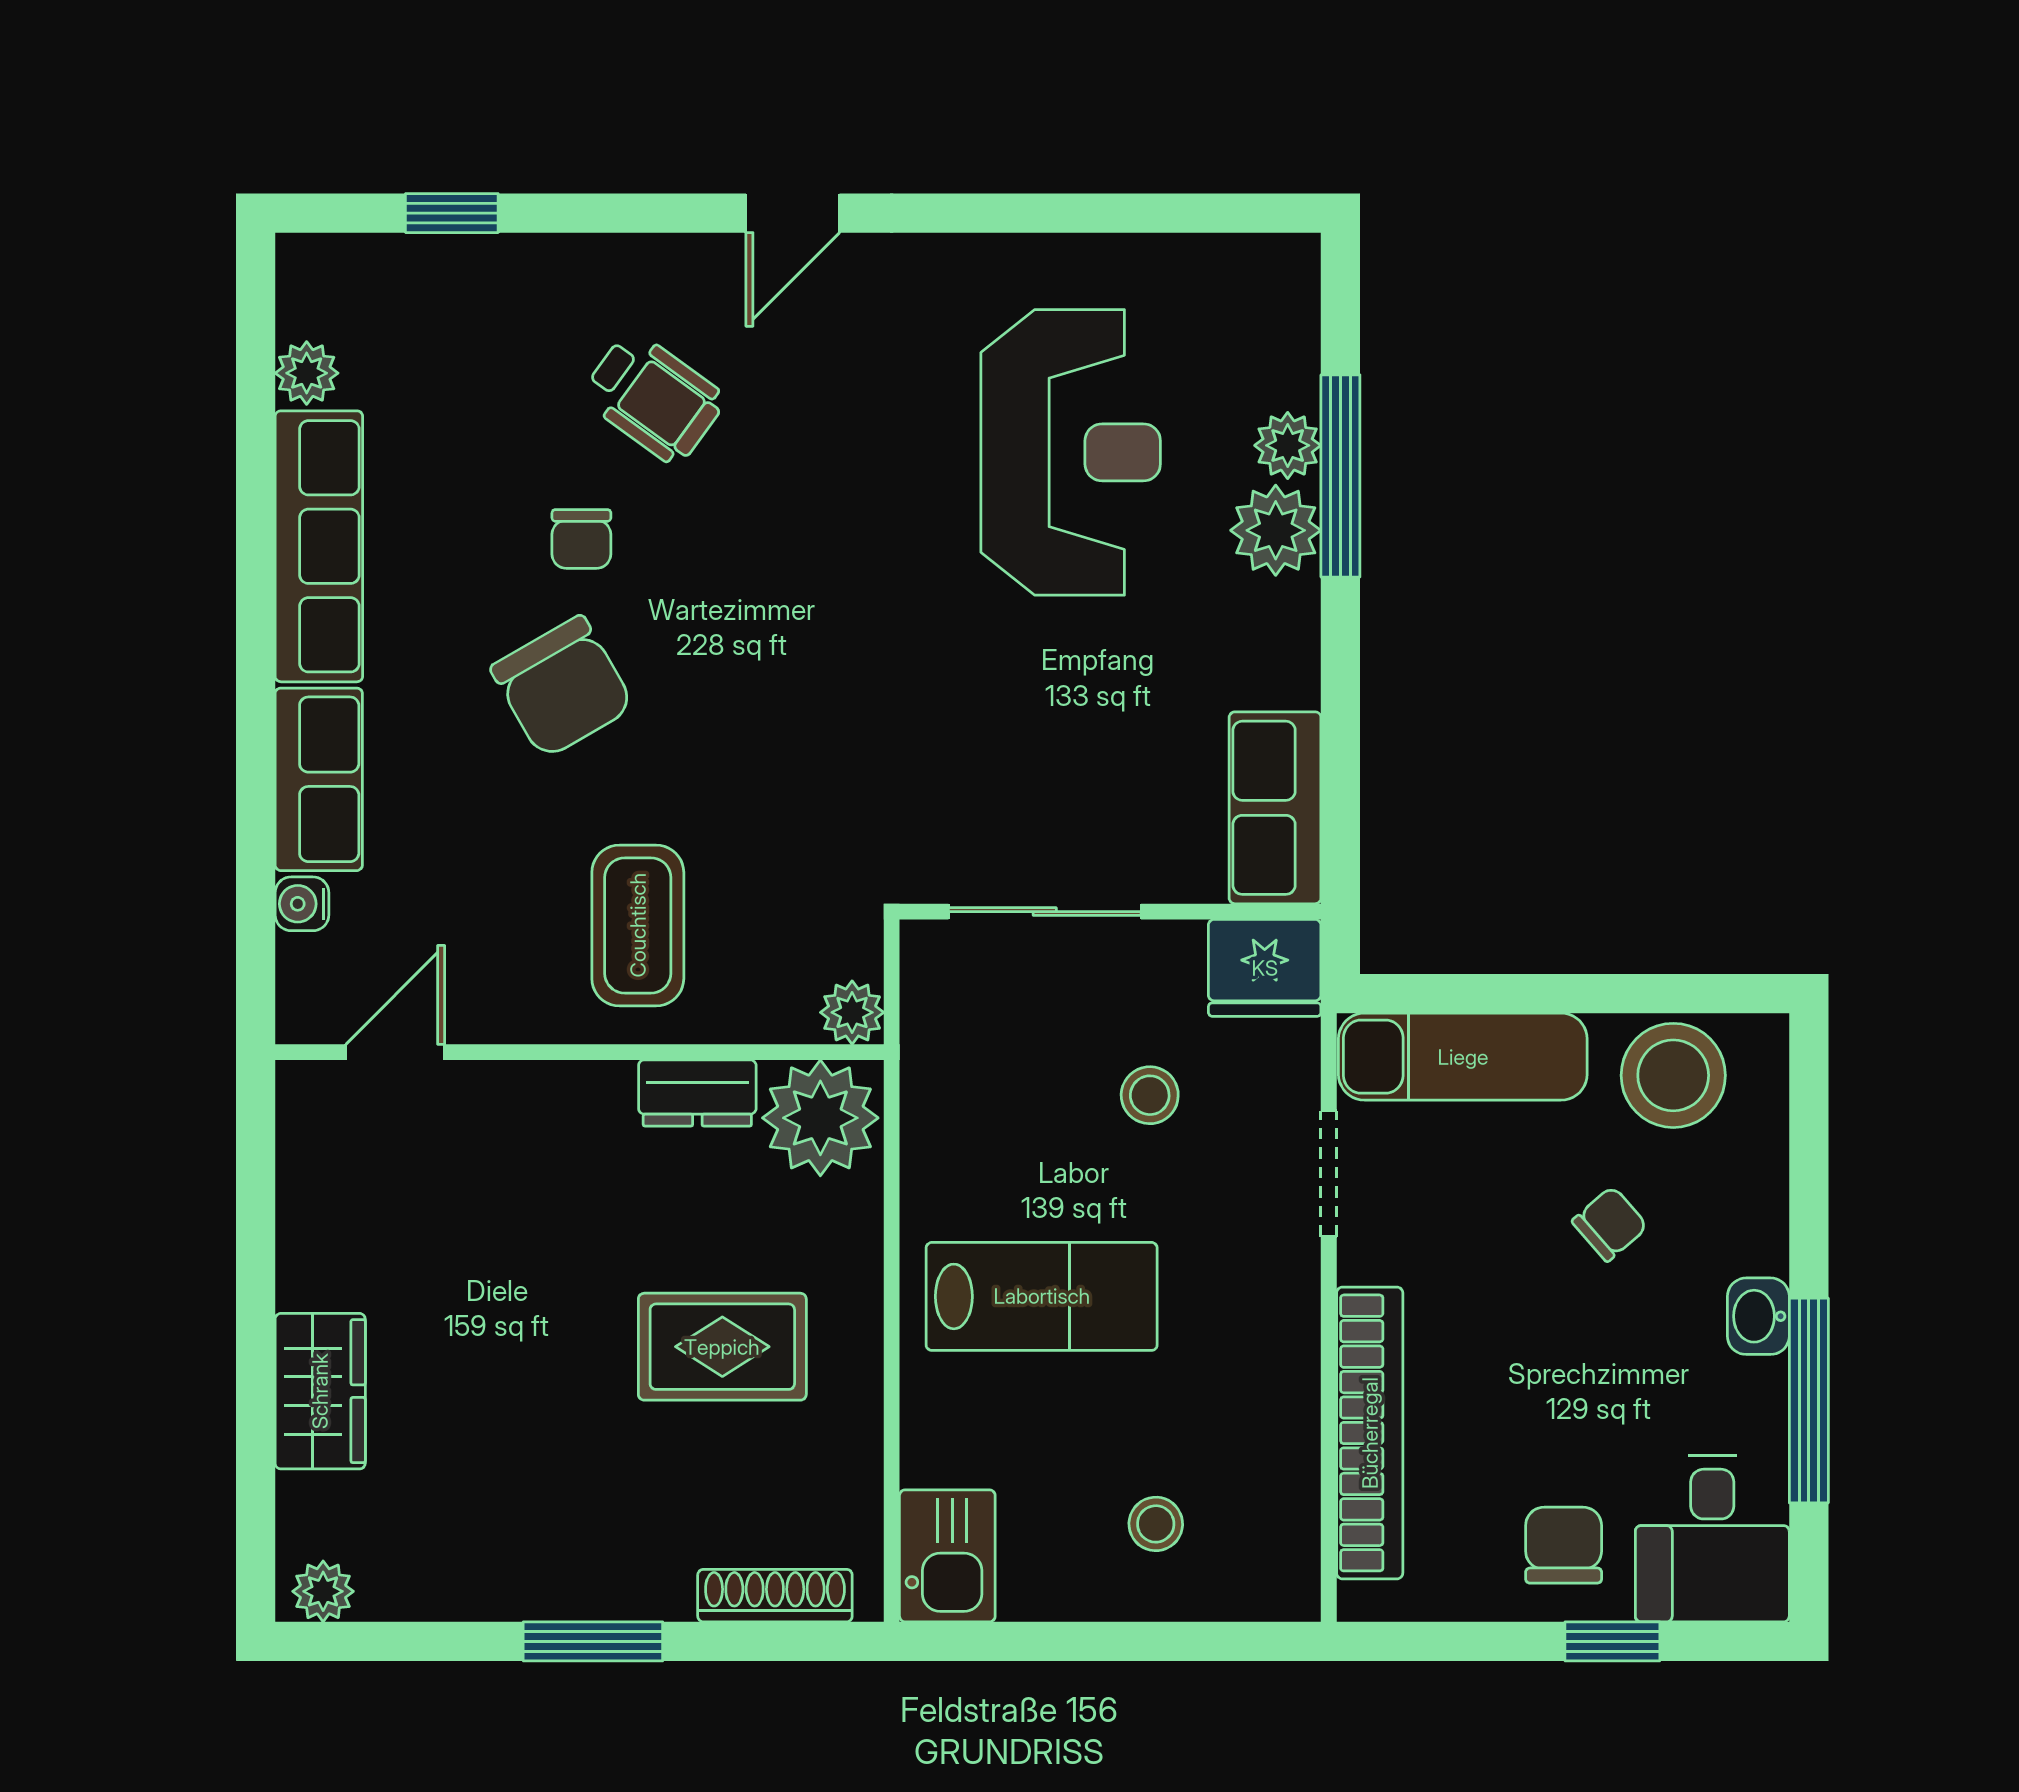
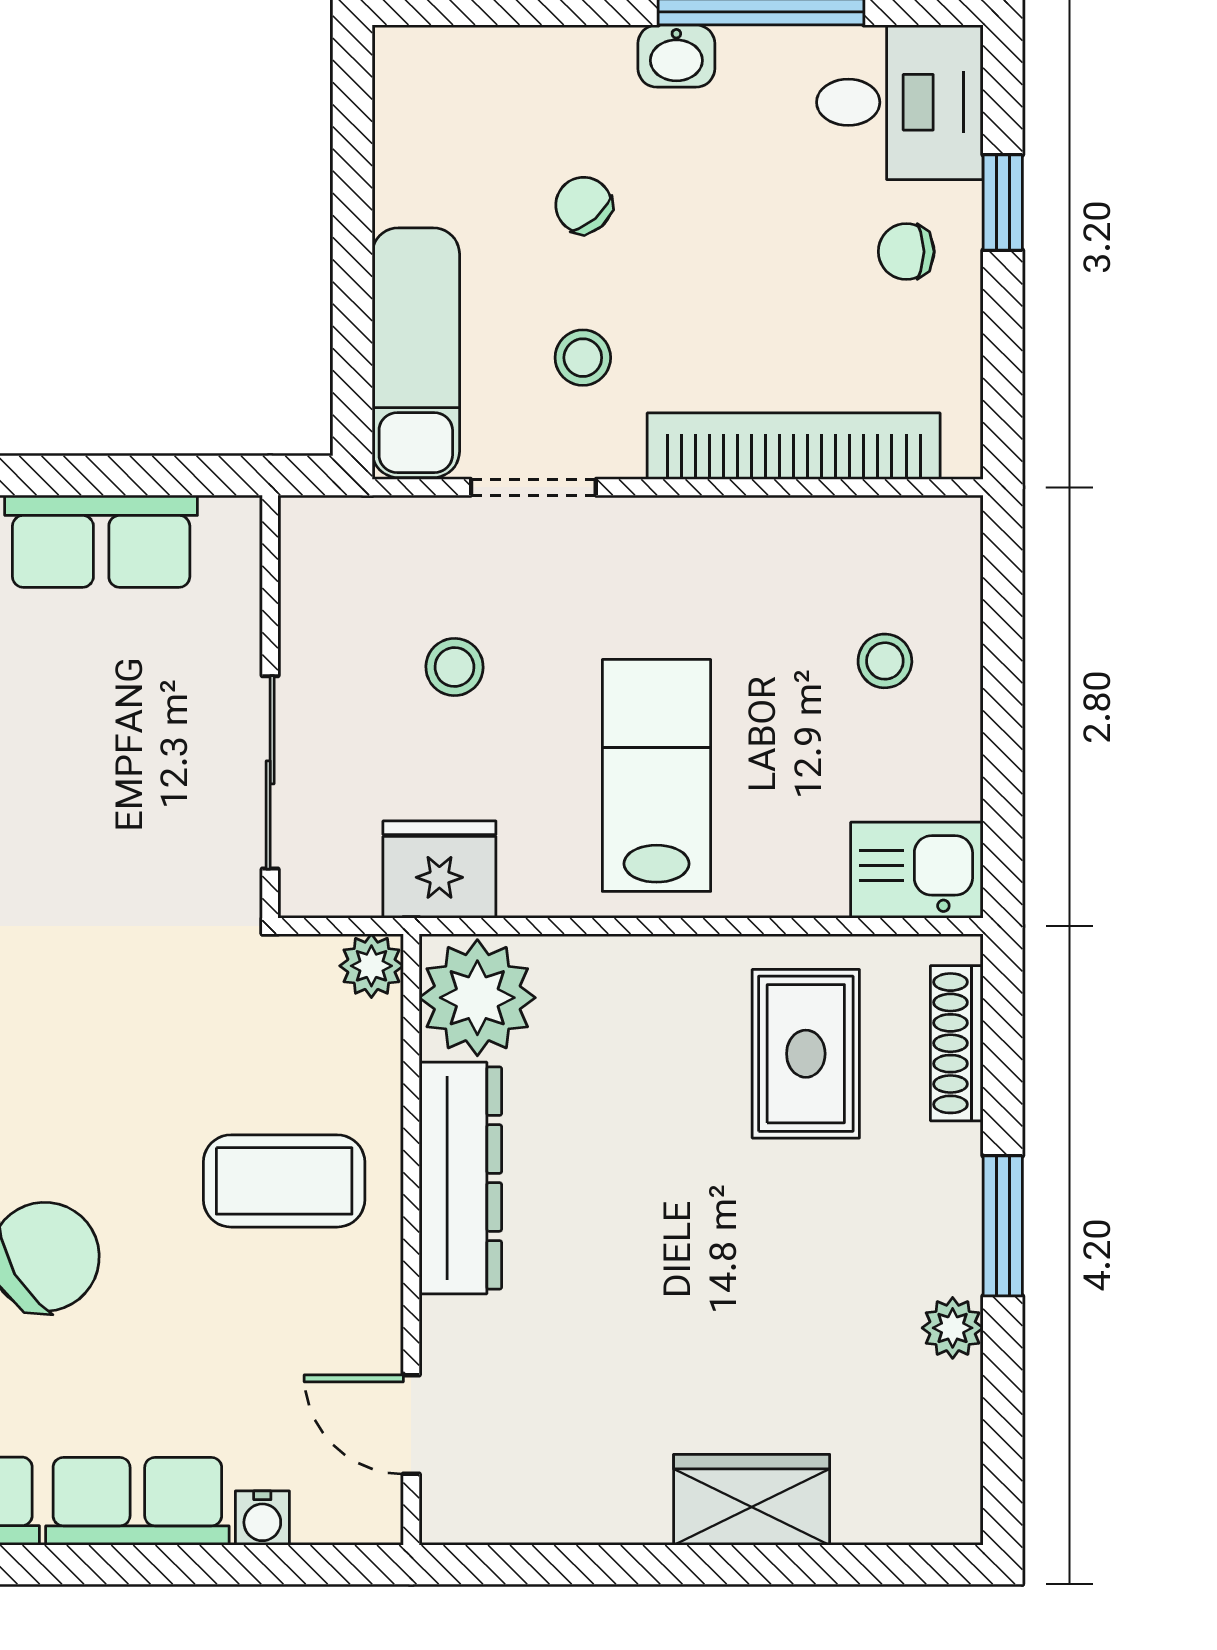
row of seats: (1275, 808) -> (101, 541), moved
fridge: (1265, 968) -> (439, 870), moved, turned -90
stool: (1673, 1075) -> (583, 358), moved, width x0.53, depth x0.53
dresser: (697, 1093) -> (460, 1178), width x1.96, depth x1.24
rug: (722, 1347) -> (806, 1054), moved
chair: (1564, 1545) -> (906, 252), width x0.73, depth x0.73
plant: (323, 1591) -> (953, 1328), moved

